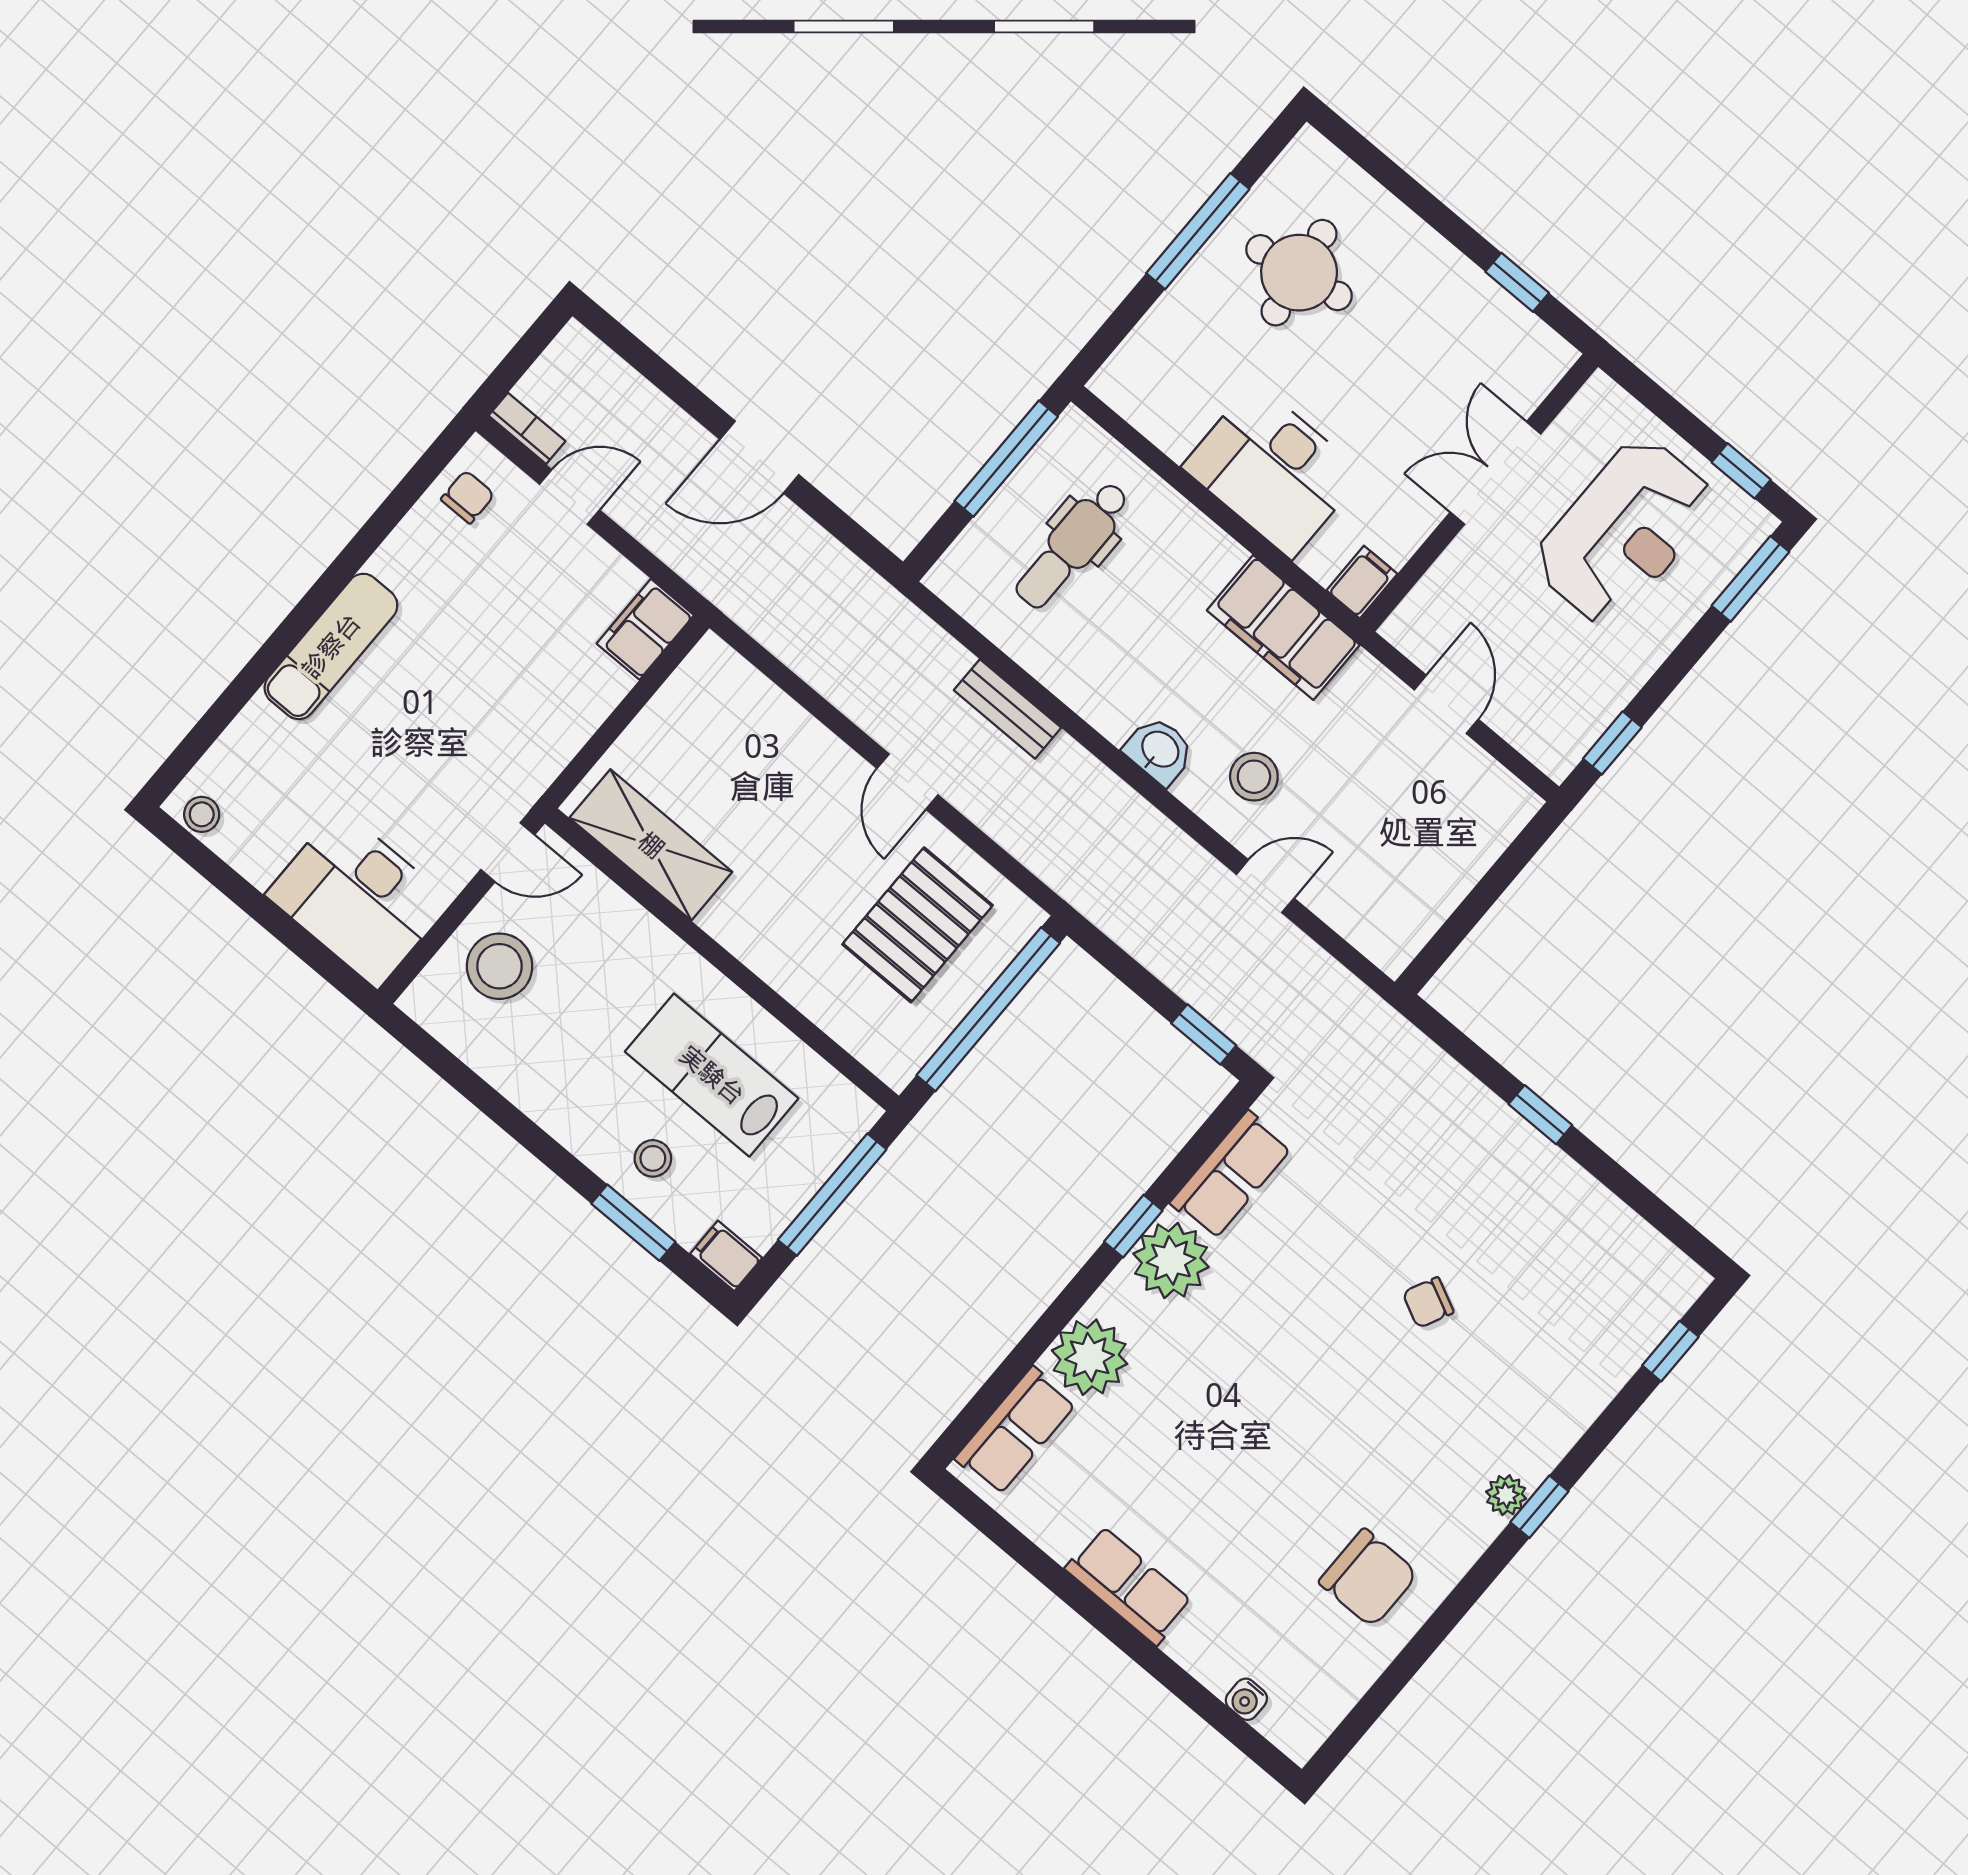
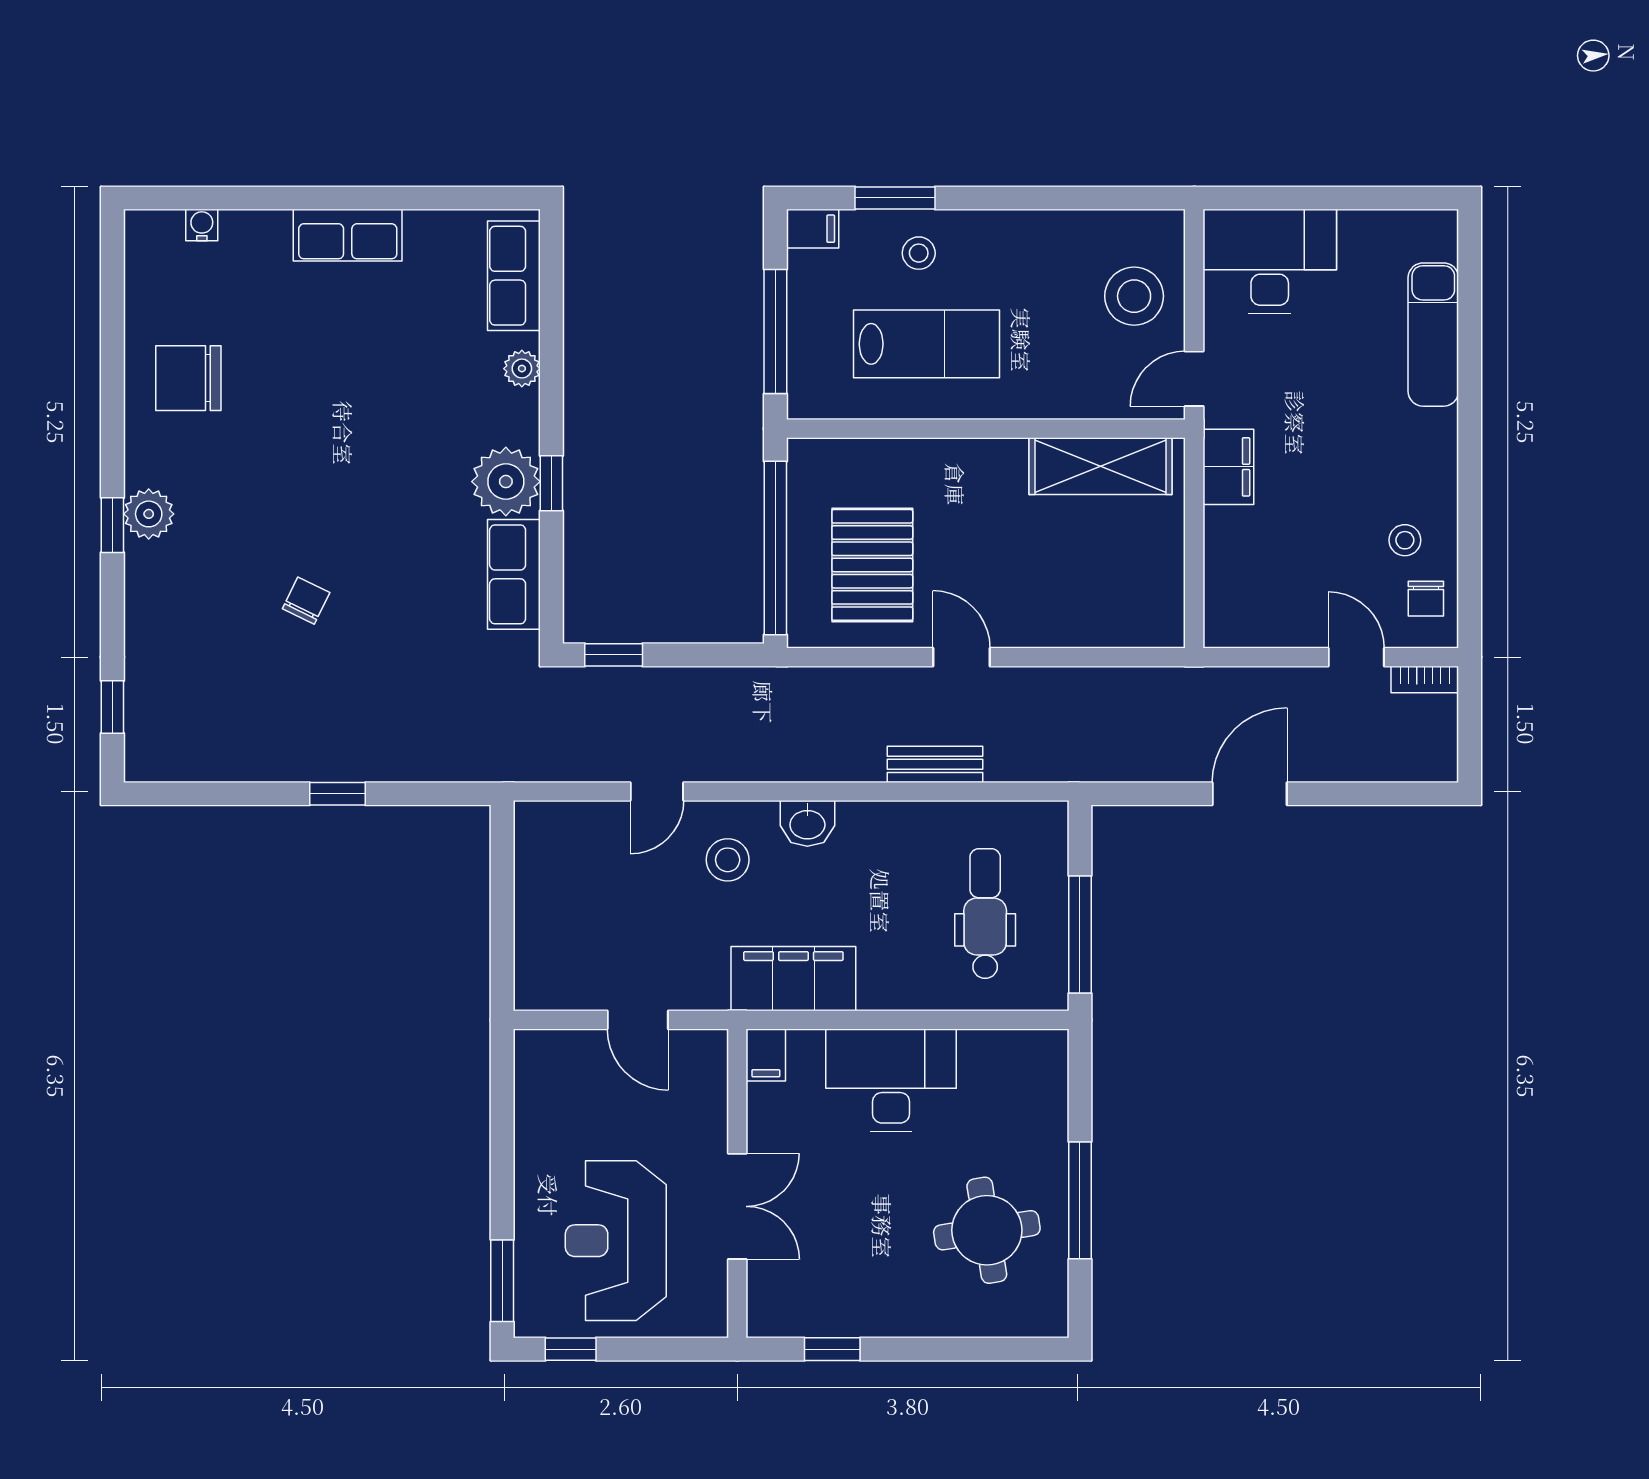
door: (569, 497) -> (1356, 657), swing flipped
filing cabinet: (645, 629) -> (1228, 467), moved
exam couch: (331, 646) -> (1433, 335), moved
window: (1612, 743) -> (502, 1089), removed
stool: (202, 814) -> (1405, 540), moved
plant: (1090, 1357) -> (522, 369), width x0.53, depth x0.53
plant: (1506, 1495) -> (149, 514), width x1.38, depth x1.38

